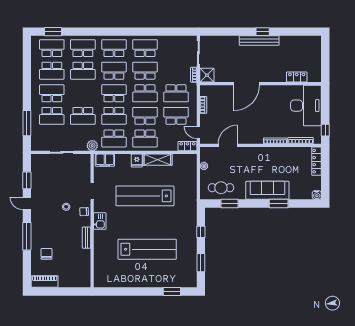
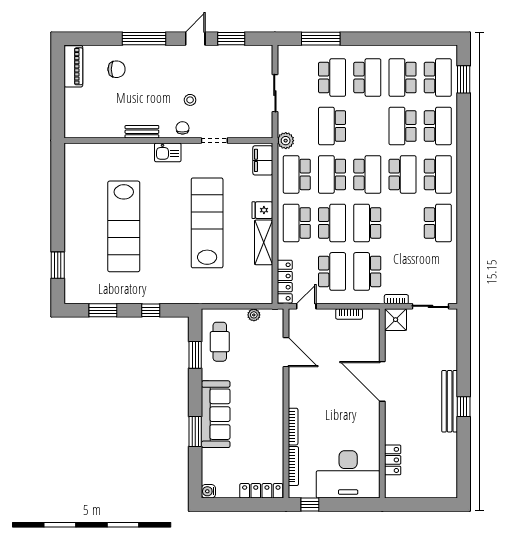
school desk: (145, 71) -> (403, 223), removed
school desk: (52, 116) -> (332, 78), turned 180
locker: (187, 146) -> (285, 282), width x1.53

